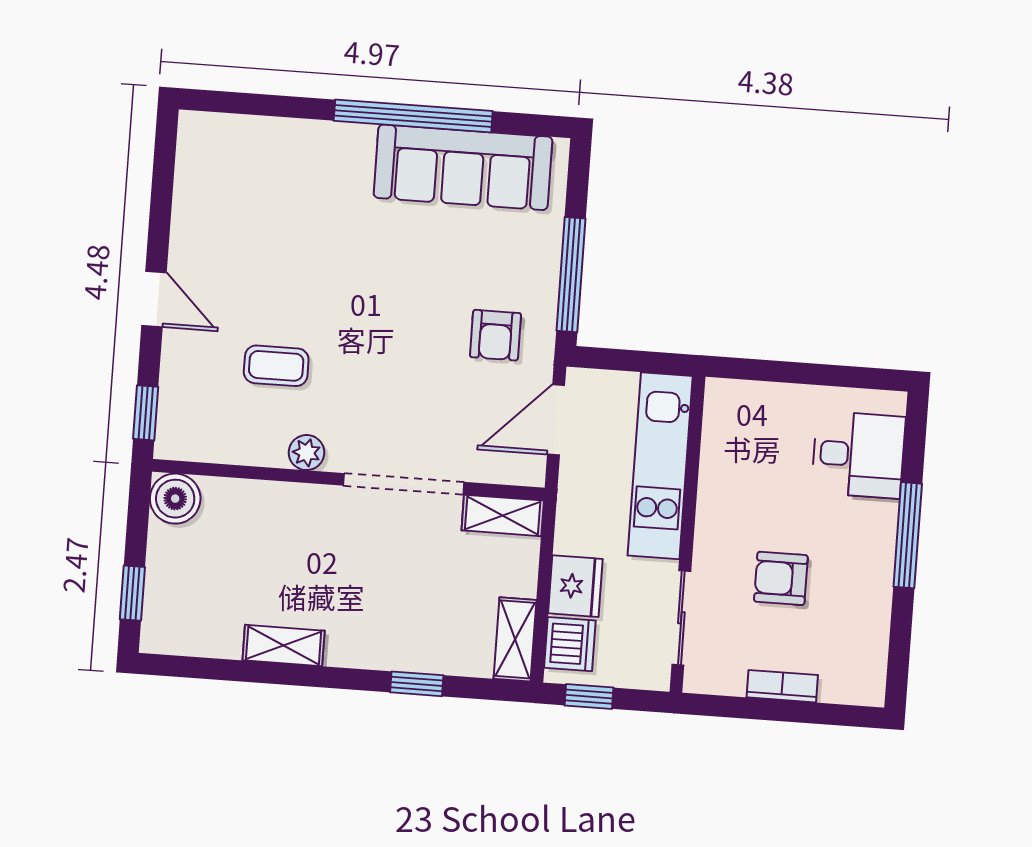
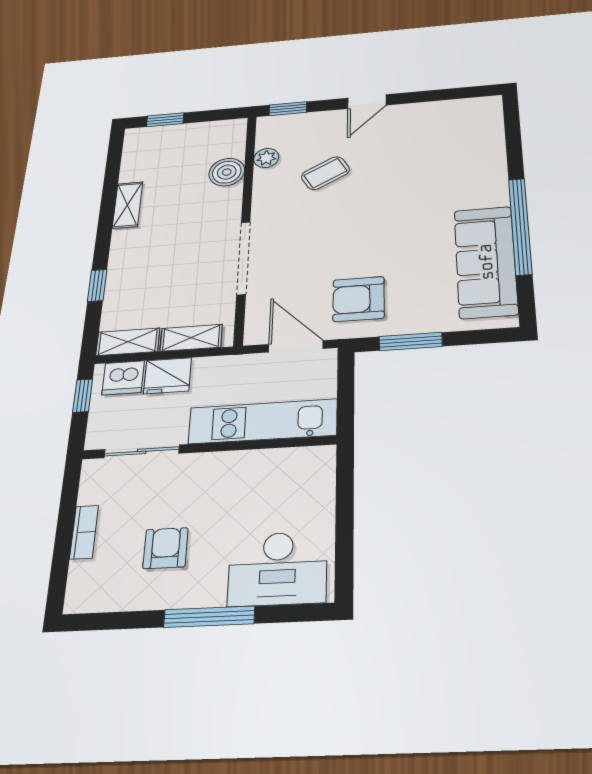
window: (571, 275) -> (411, 341), width x0.69
armchair: (495, 335) -> (359, 299), width x1.38, depth x1.38
coffee table: (276, 366) -> (325, 173), turned 61
plant: (307, 453) -> (266, 158), moved
desk: (858, 455) -> (277, 569), width x1.37
boiler: (175, 499) -> (227, 172), moved
shelving: (503, 515) -> (191, 338), moved, turned 90
armchair: (781, 578) -> (165, 548), moved

